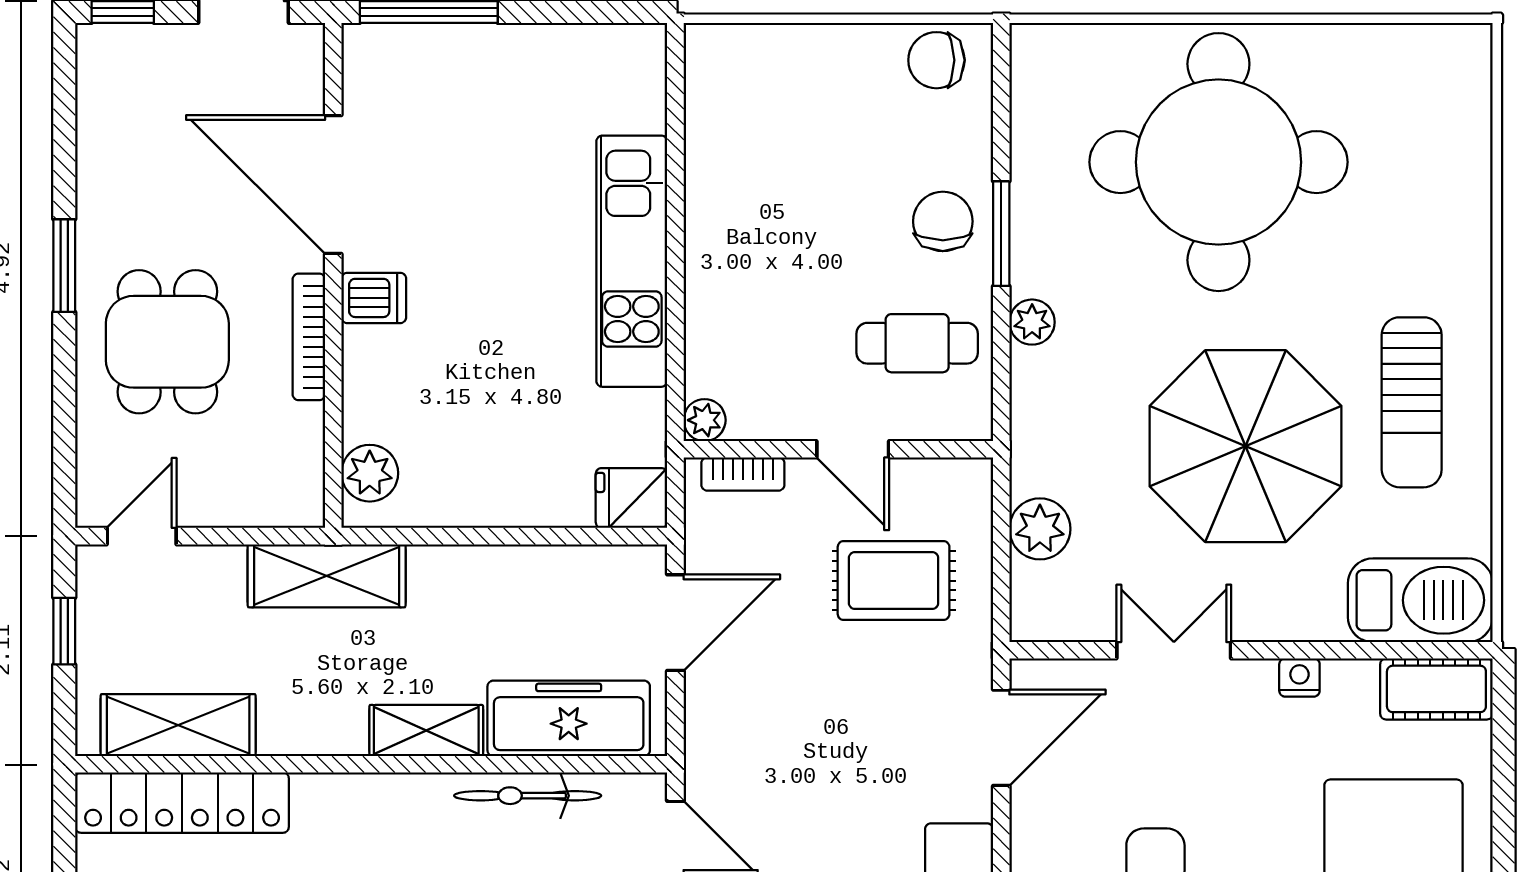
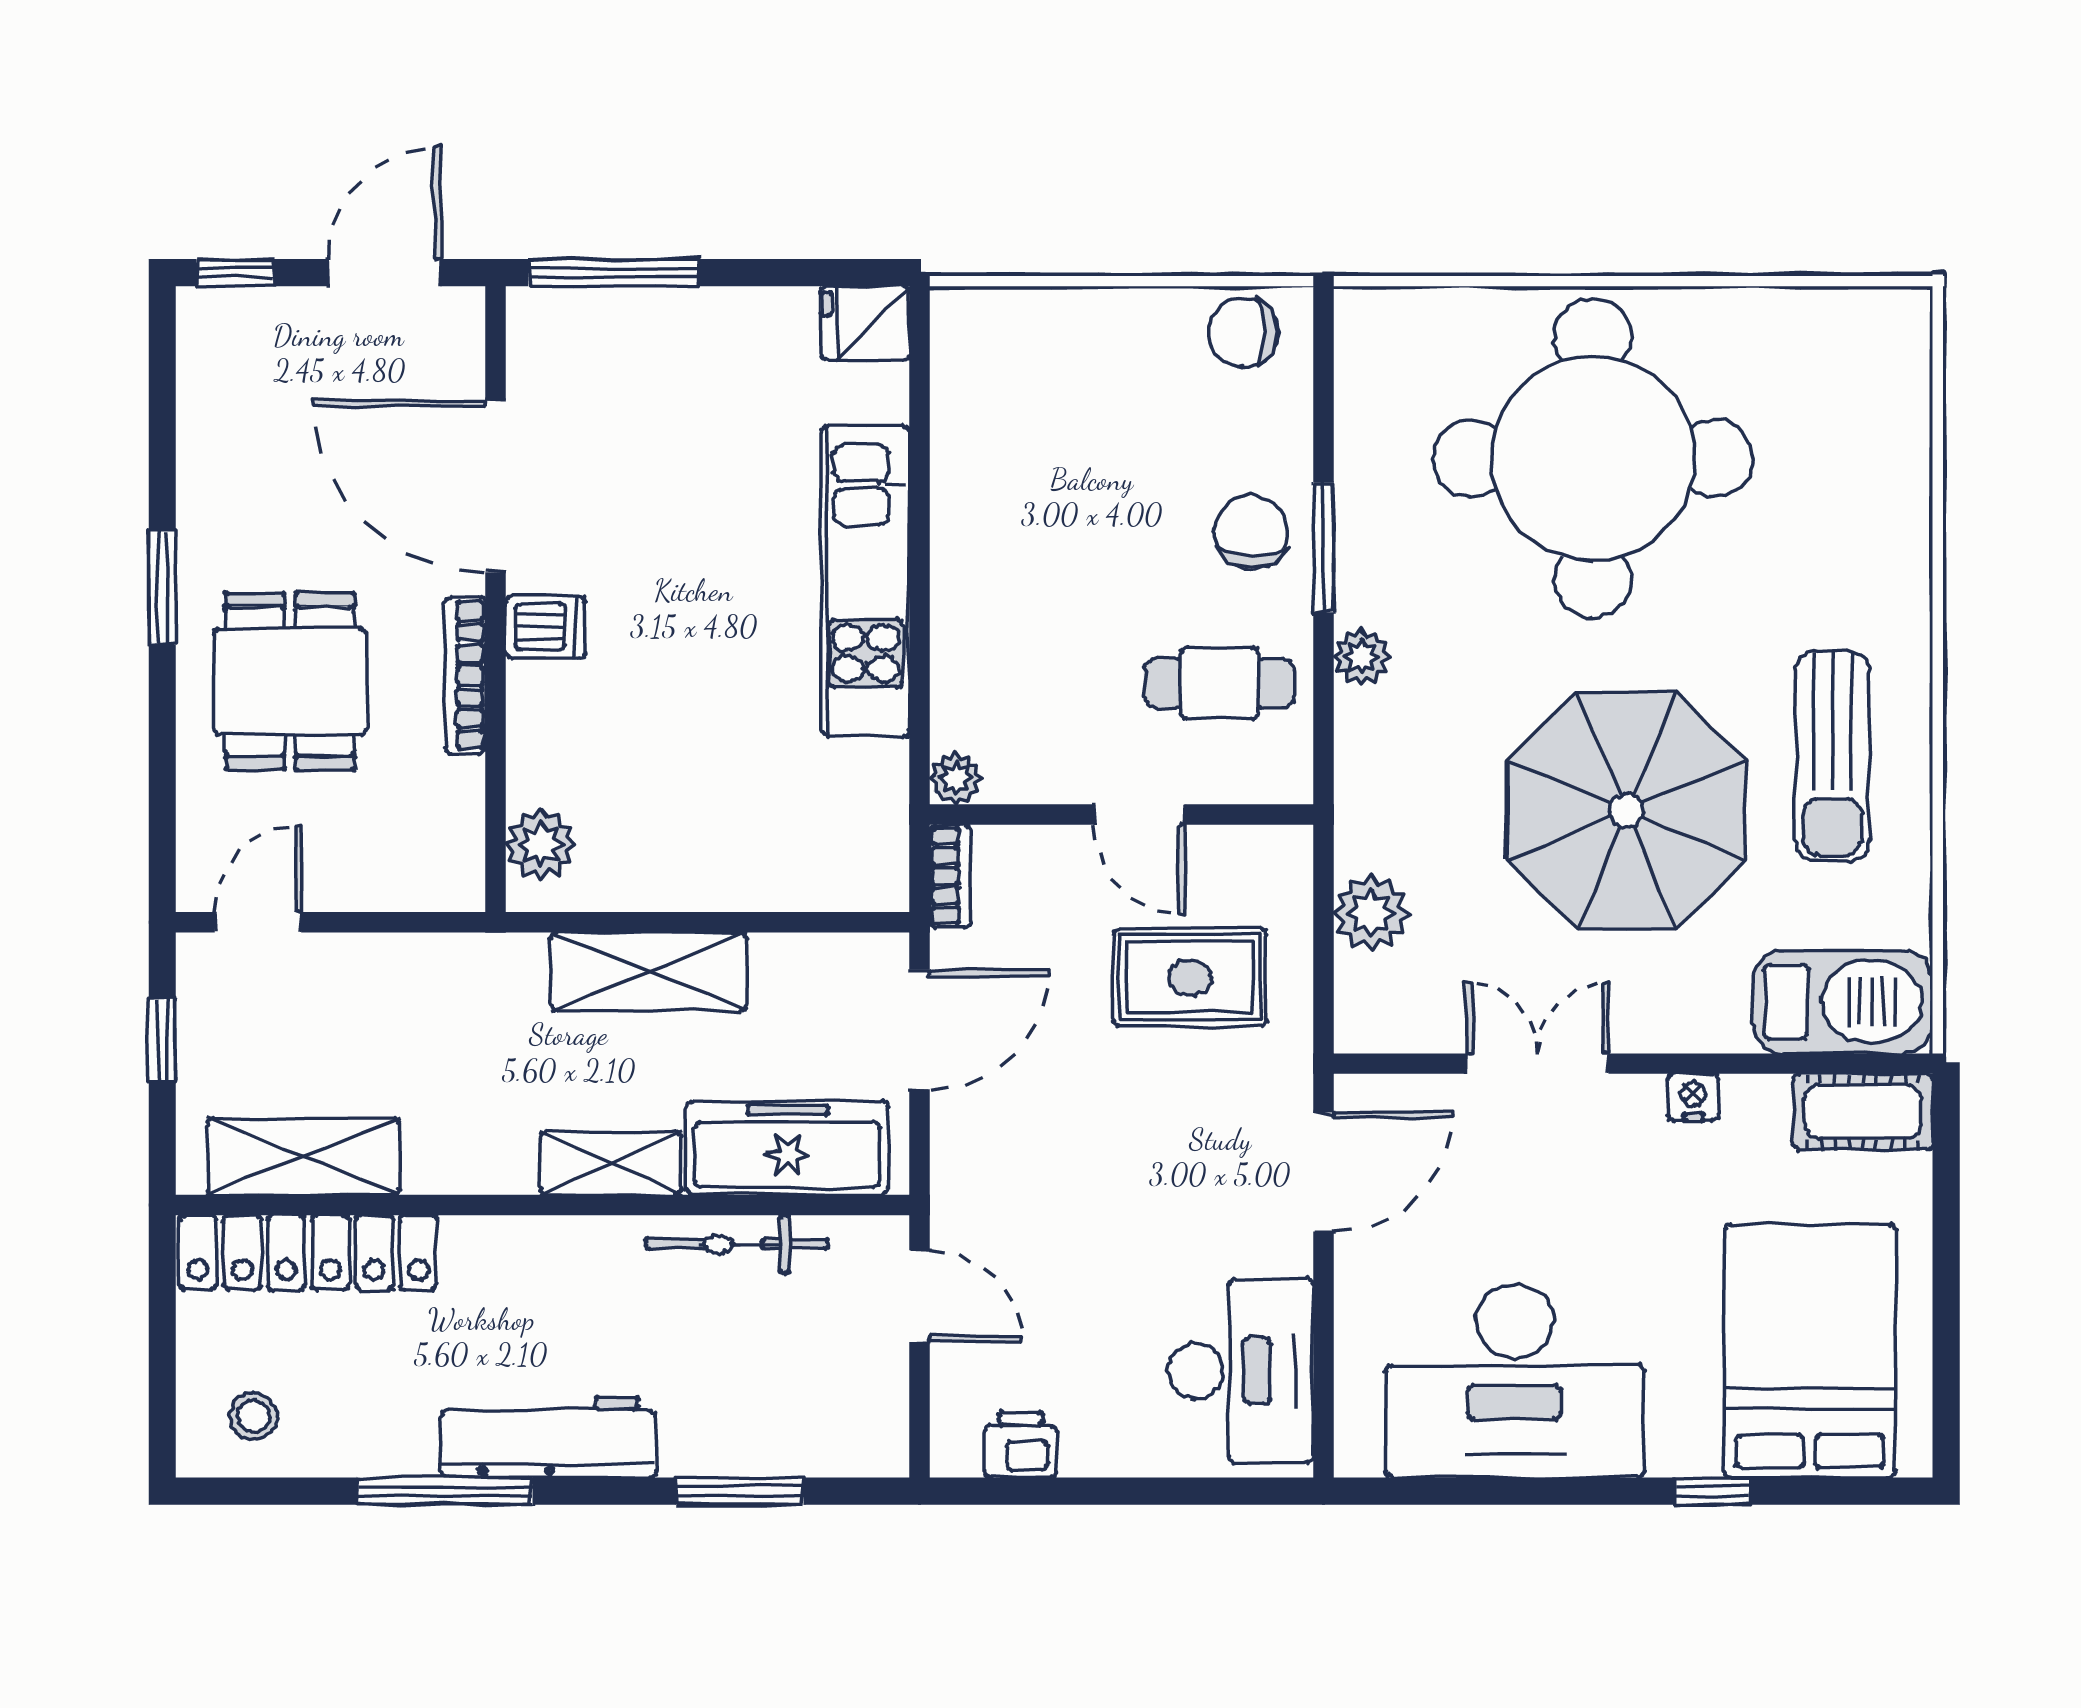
bookcase: (743, 474) -> (950, 876), moved, turned -90
fridge: (631, 498) -> (865, 323), moved
shelving: (327, 576) -> (649, 971), moved

